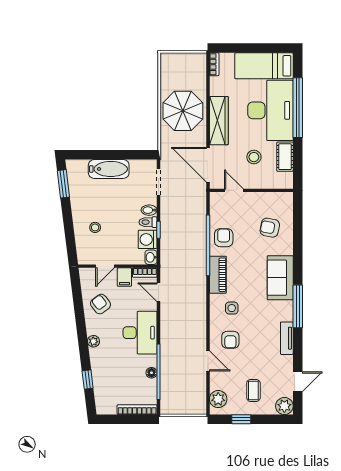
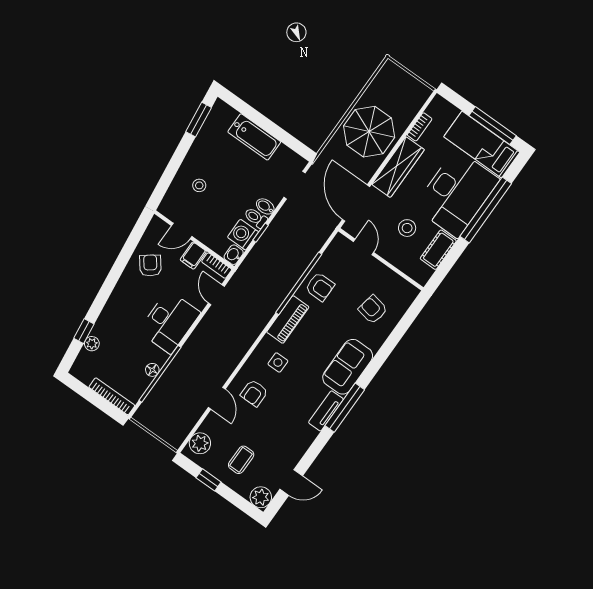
window: (262, 48) -> (493, 126), added
bookcase: (214, 64) -> (420, 127), moved
armchair: (224, 238) -> (320, 287), turned 90
tv unit: (287, 338) -> (326, 411), moved
plant: (93, 341) -> (92, 344), moved

